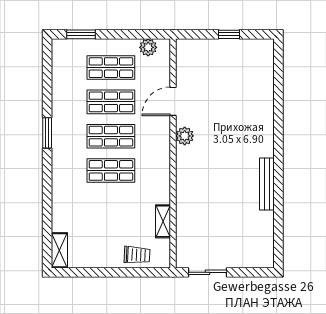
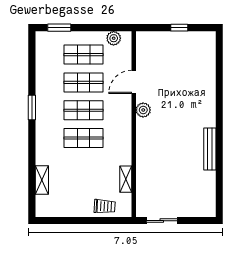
shelving: (59, 250) -> (42, 180), moved

